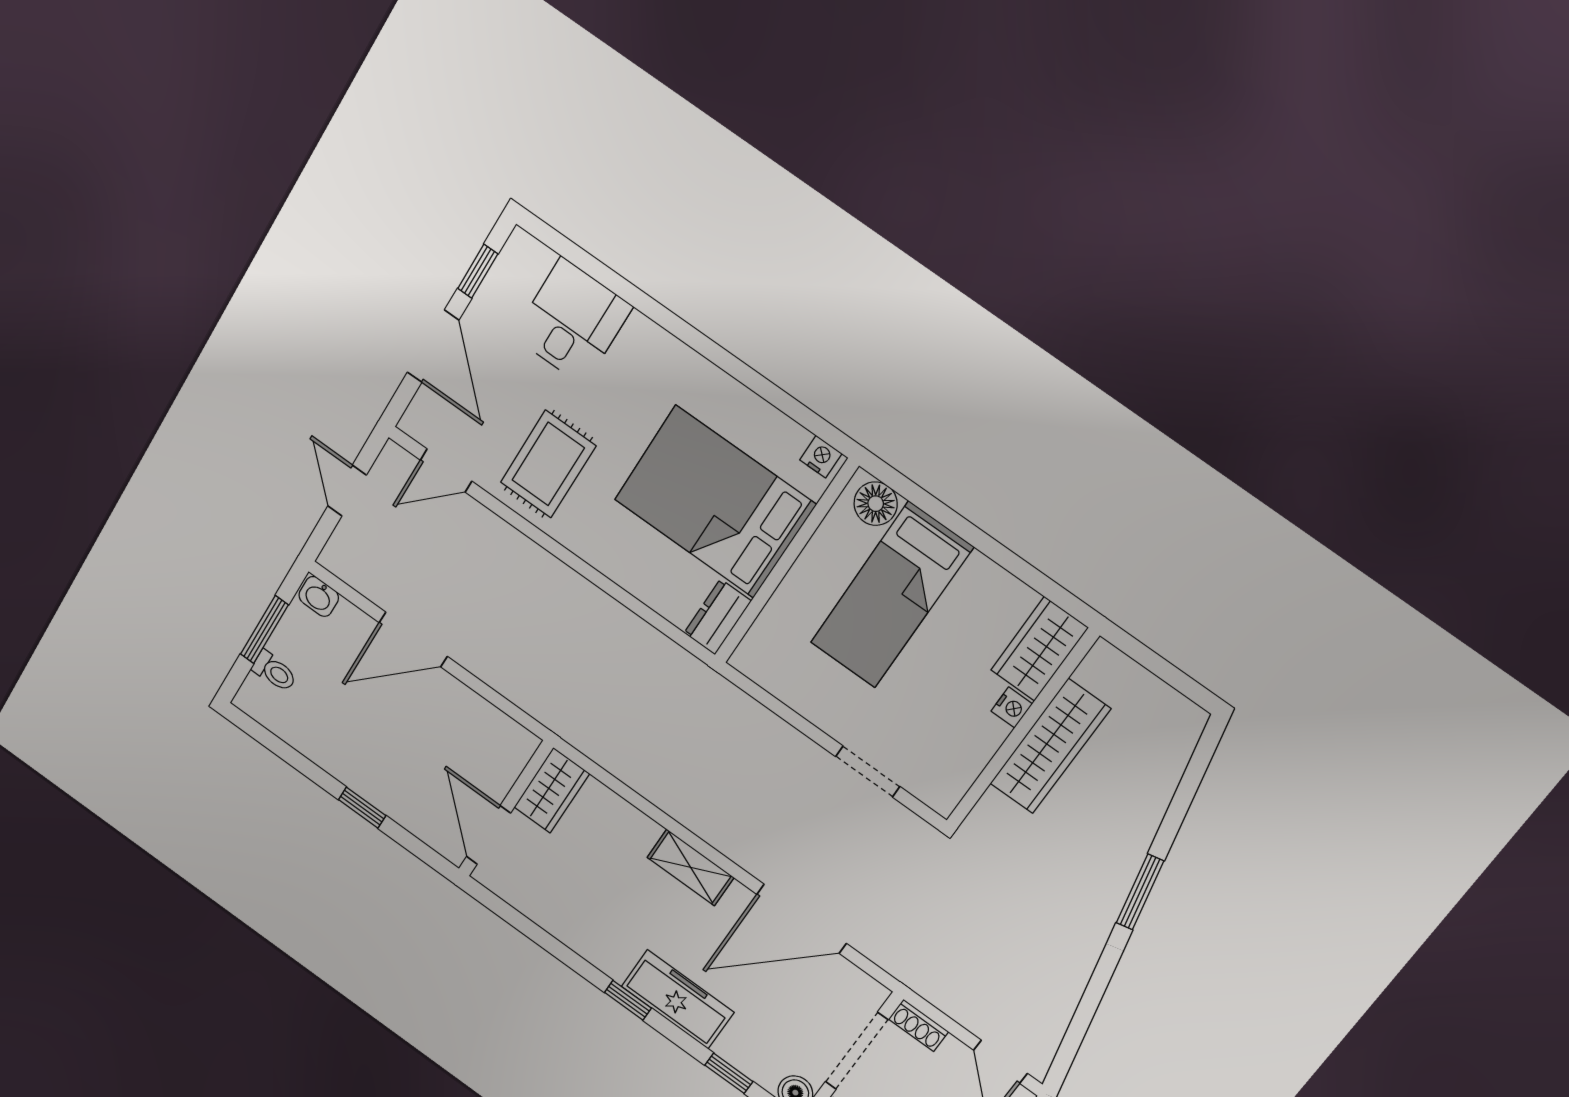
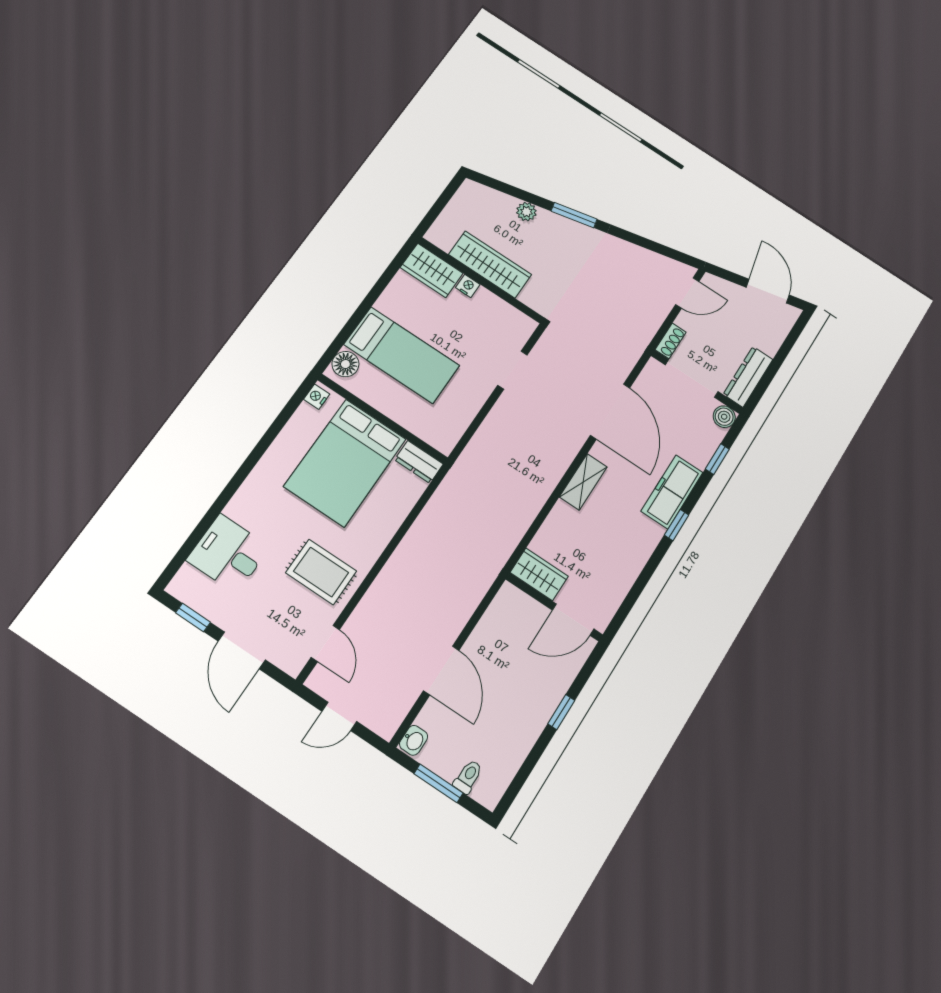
door: (433, 346) -> (242, 650), swing flipped
plant: (1147, 813) -> (526, 212), added

